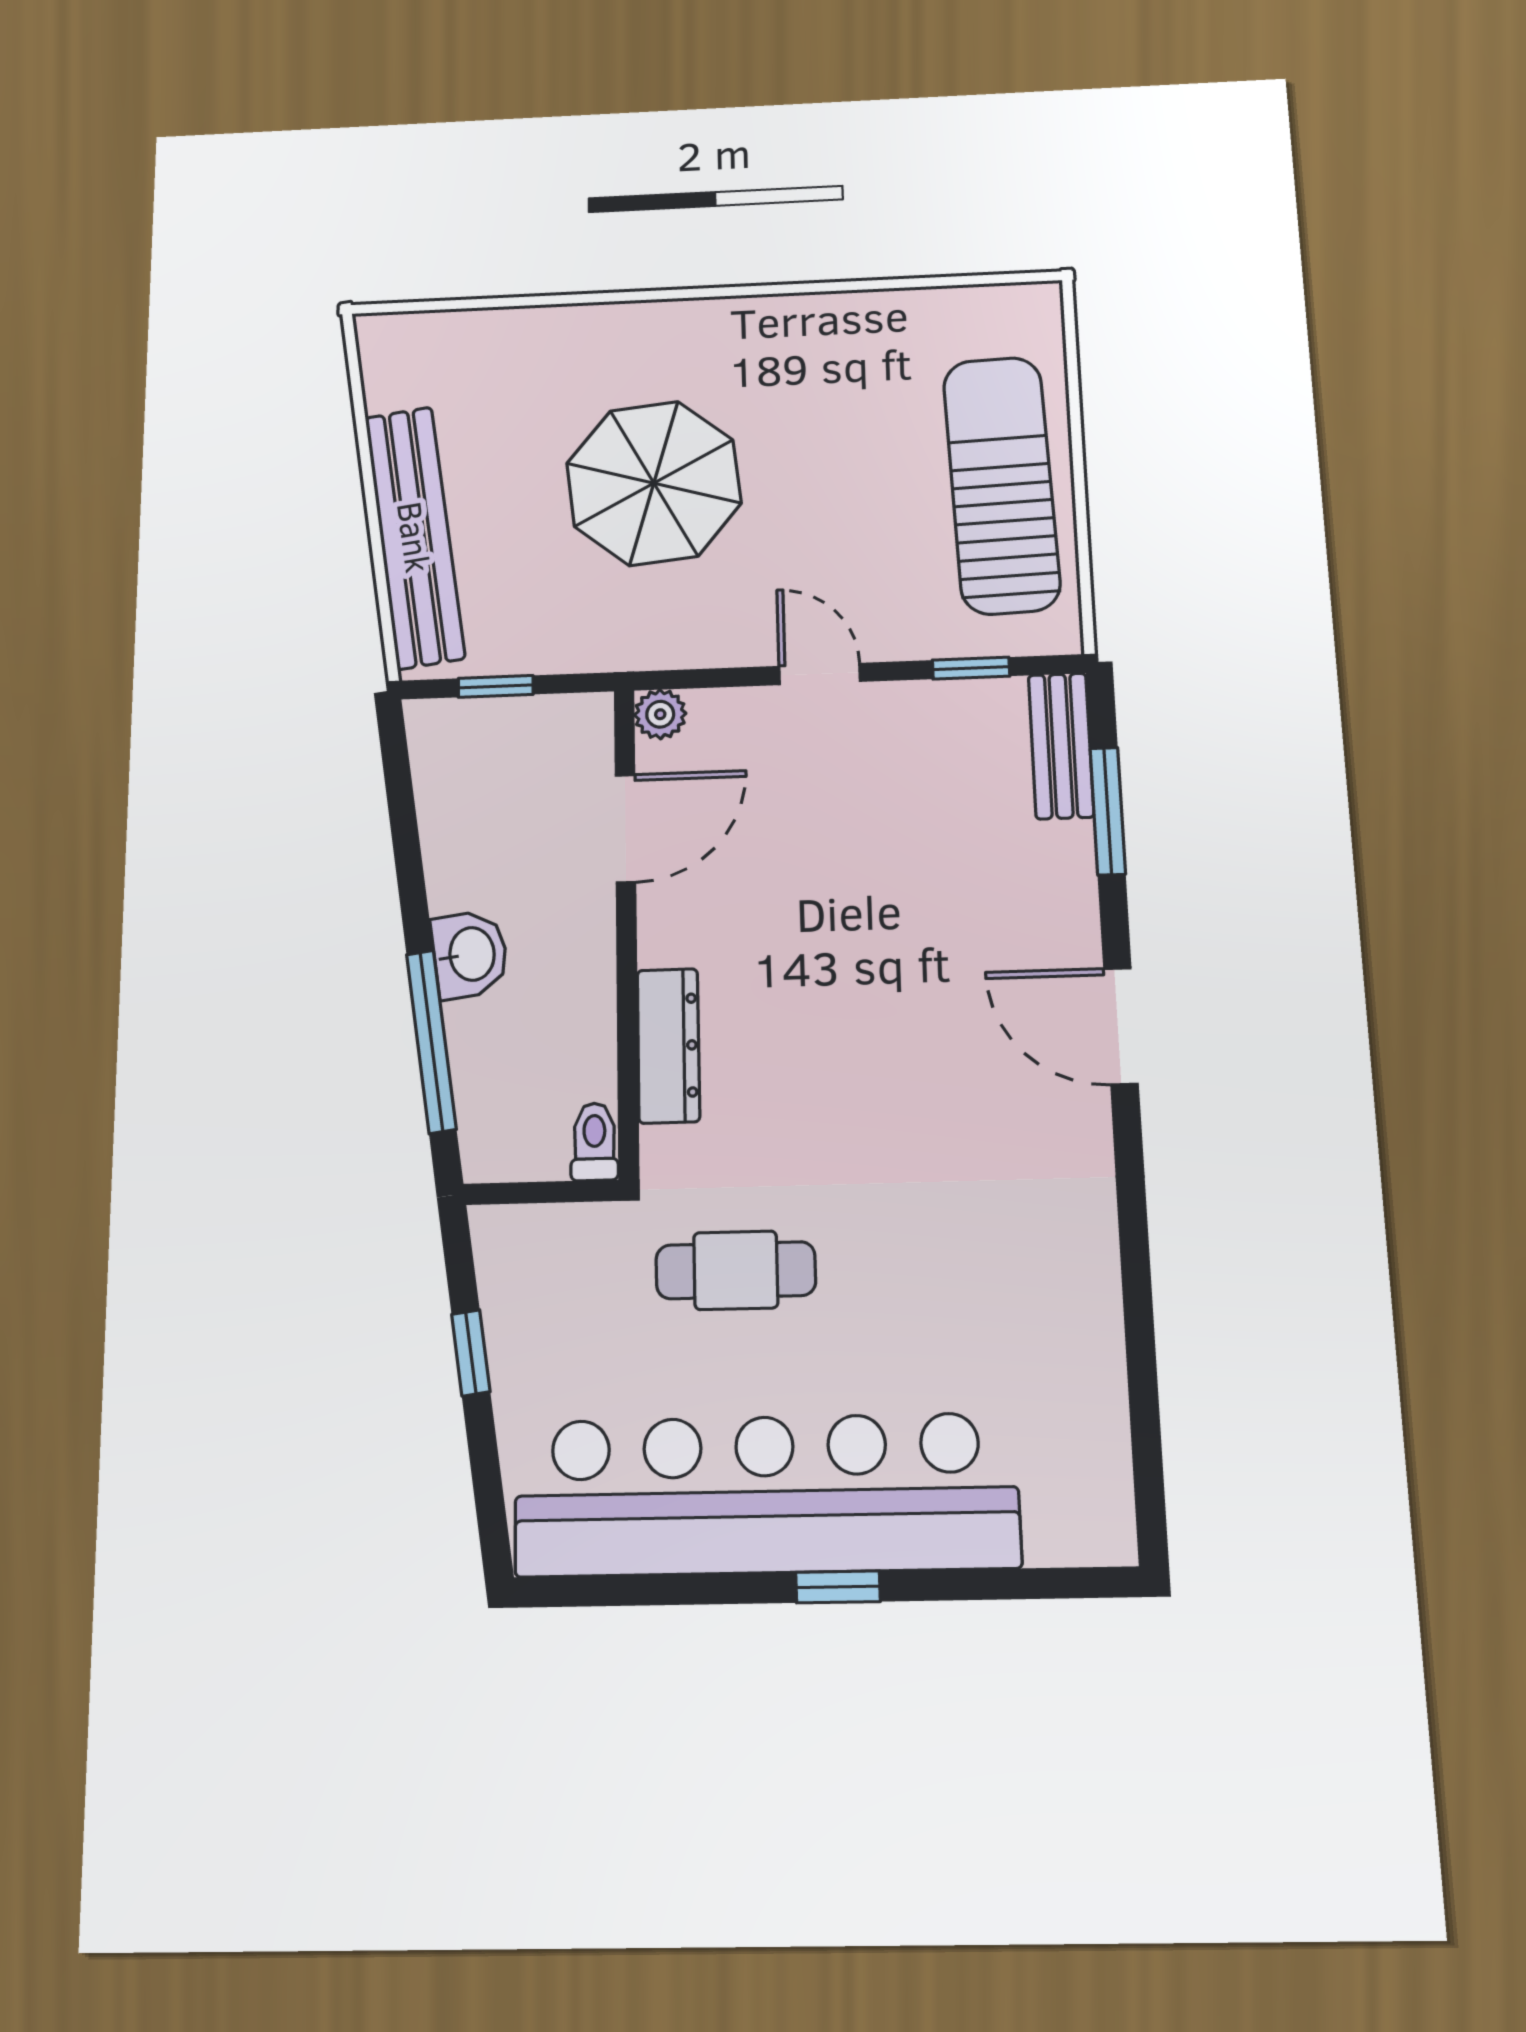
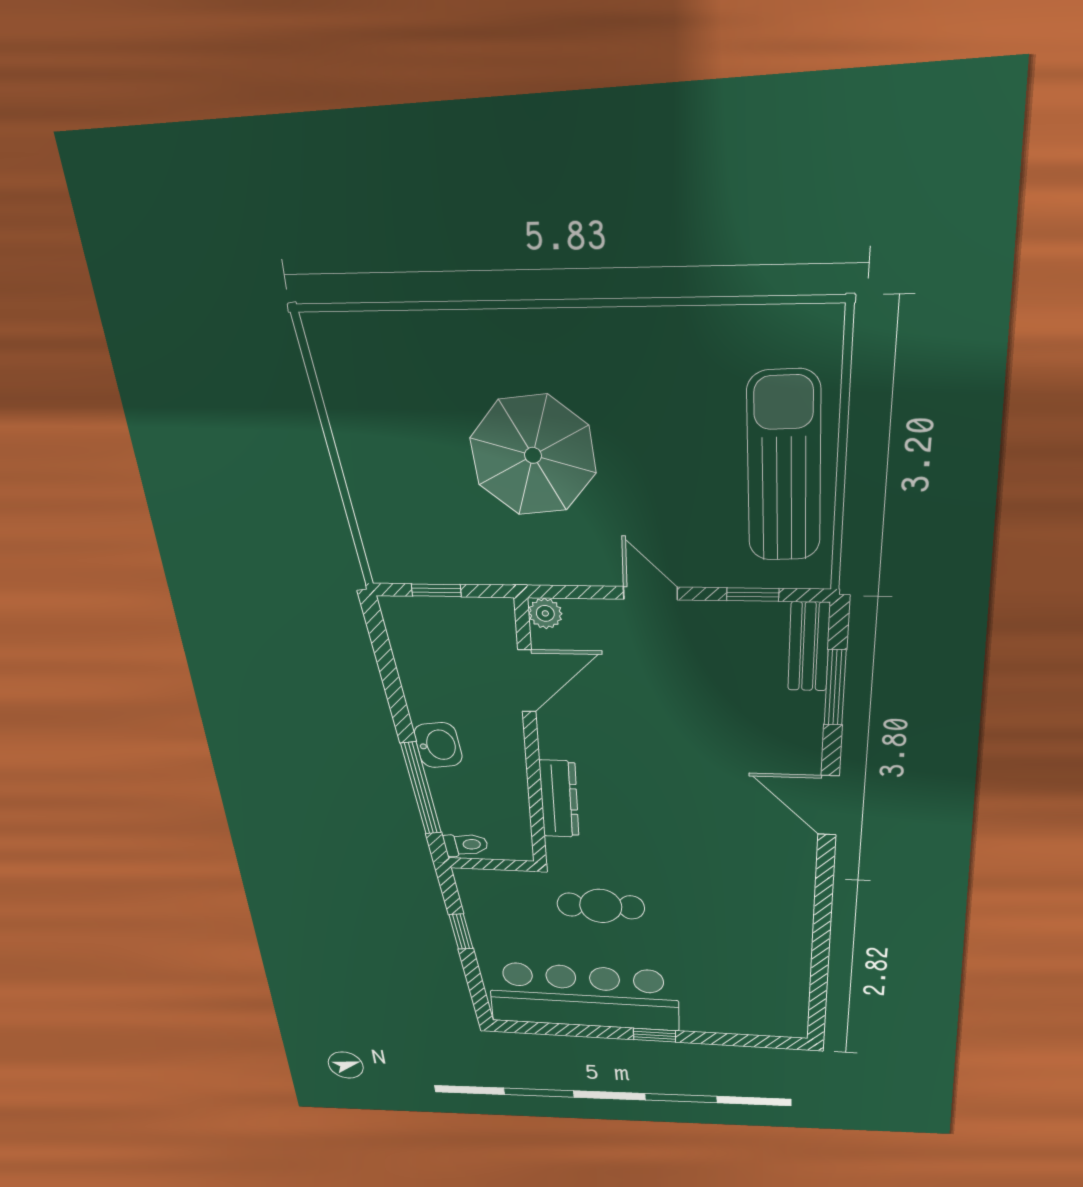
bench: (415, 537) -> (369, 487), removed
toilet: (594, 1142) -> (466, 845), moved, turned 82
bar counter: (766, 1495) -> (584, 996), width x0.73

